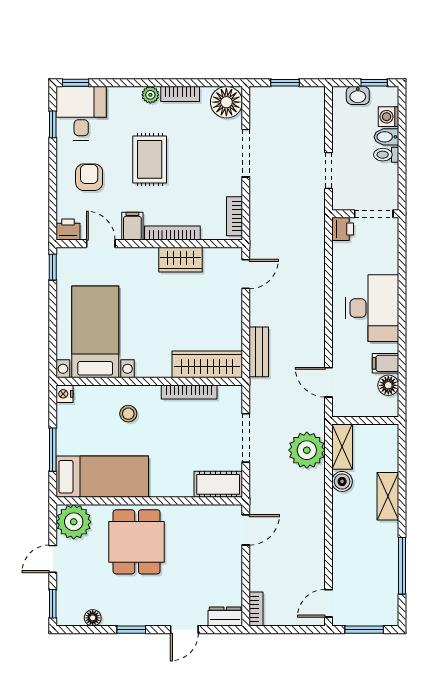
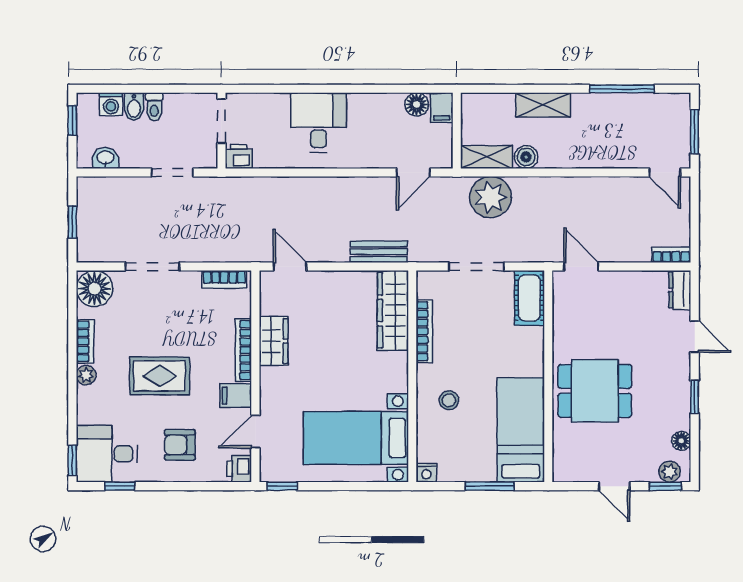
washbasin: (358, 95) -> (105, 158), moved, turned -90
desk: (372, 308) -> (318, 123), width x0.73
filing cabinet: (385, 363) -> (442, 108), moved
plant: (74, 522) -> (670, 472), moved, width x0.53, depth x0.53

